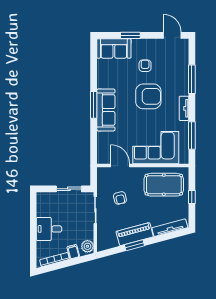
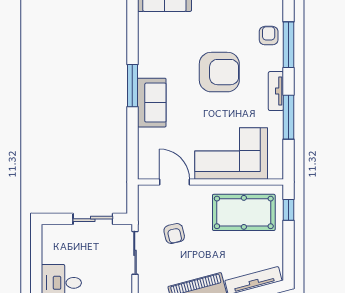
armchair: (145, 66) -> (269, 36), moved
sofa: (106, 110) -> (152, 103), width x0.73
window: (192, 136) -> (289, 117), moved
window: (192, 197) -> (289, 210), moved

